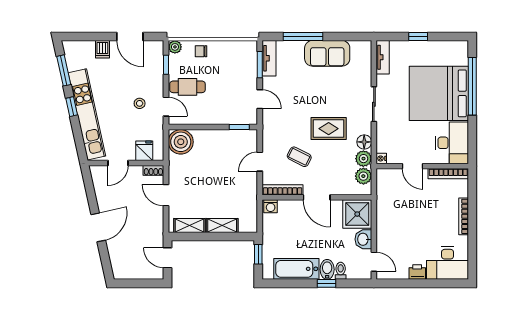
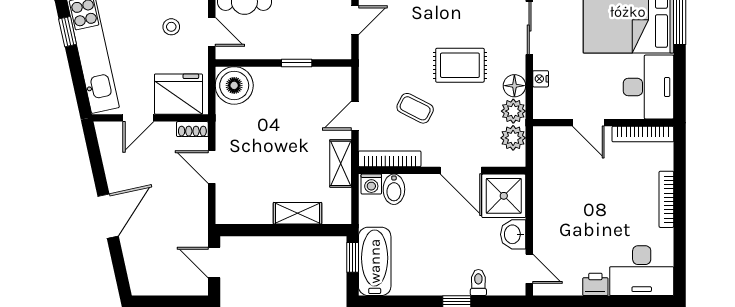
door: (260, 99) -> (355, 20), hinge flipped
window: (239, 127) -> (297, 63), moved
fridge: (144, 151) -> (178, 94), width x1.88, depth x1.34
nightstand: (381, 158) -> (541, 79), moved
door: (317, 197) -> (461, 170), moved
shelving: (190, 226) -> (341, 163), moved, turned 90
bathtub: (296, 269) -> (375, 261), moved, turned 90
bidet: (327, 269) -> (394, 189), moved, turned 180

